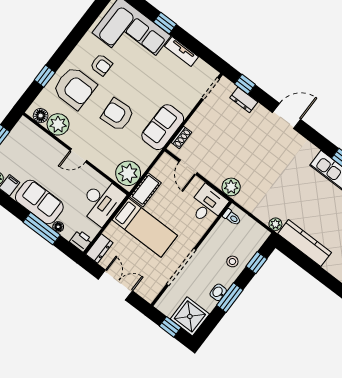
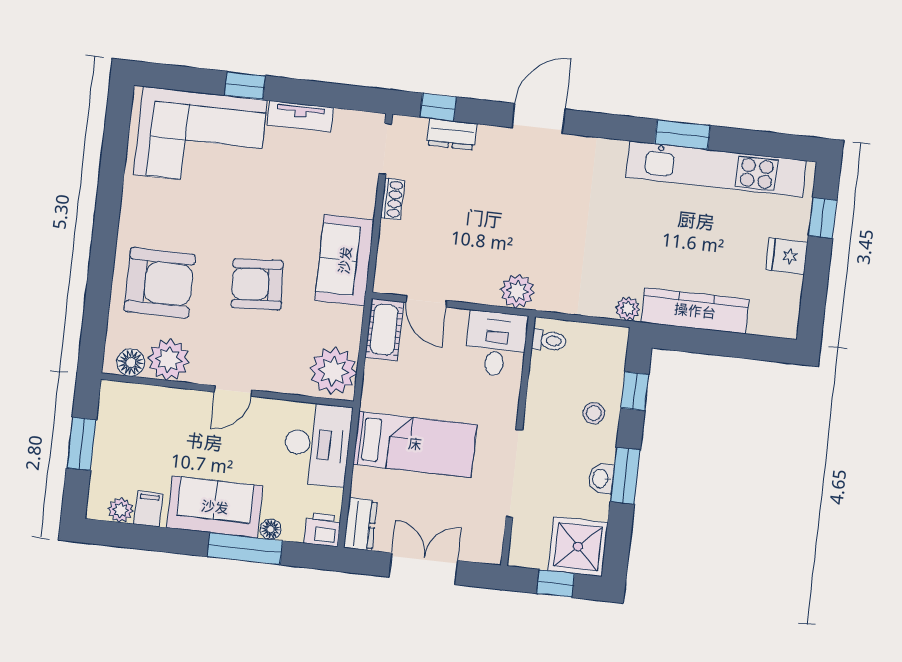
armchair: (101, 65) -> (181, 218), removed
window: (45, 76) -> (98, 293), removed
shoe rack: (181, 137) -> (392, 199), moved
cot: (145, 190) -> (384, 330), moved

